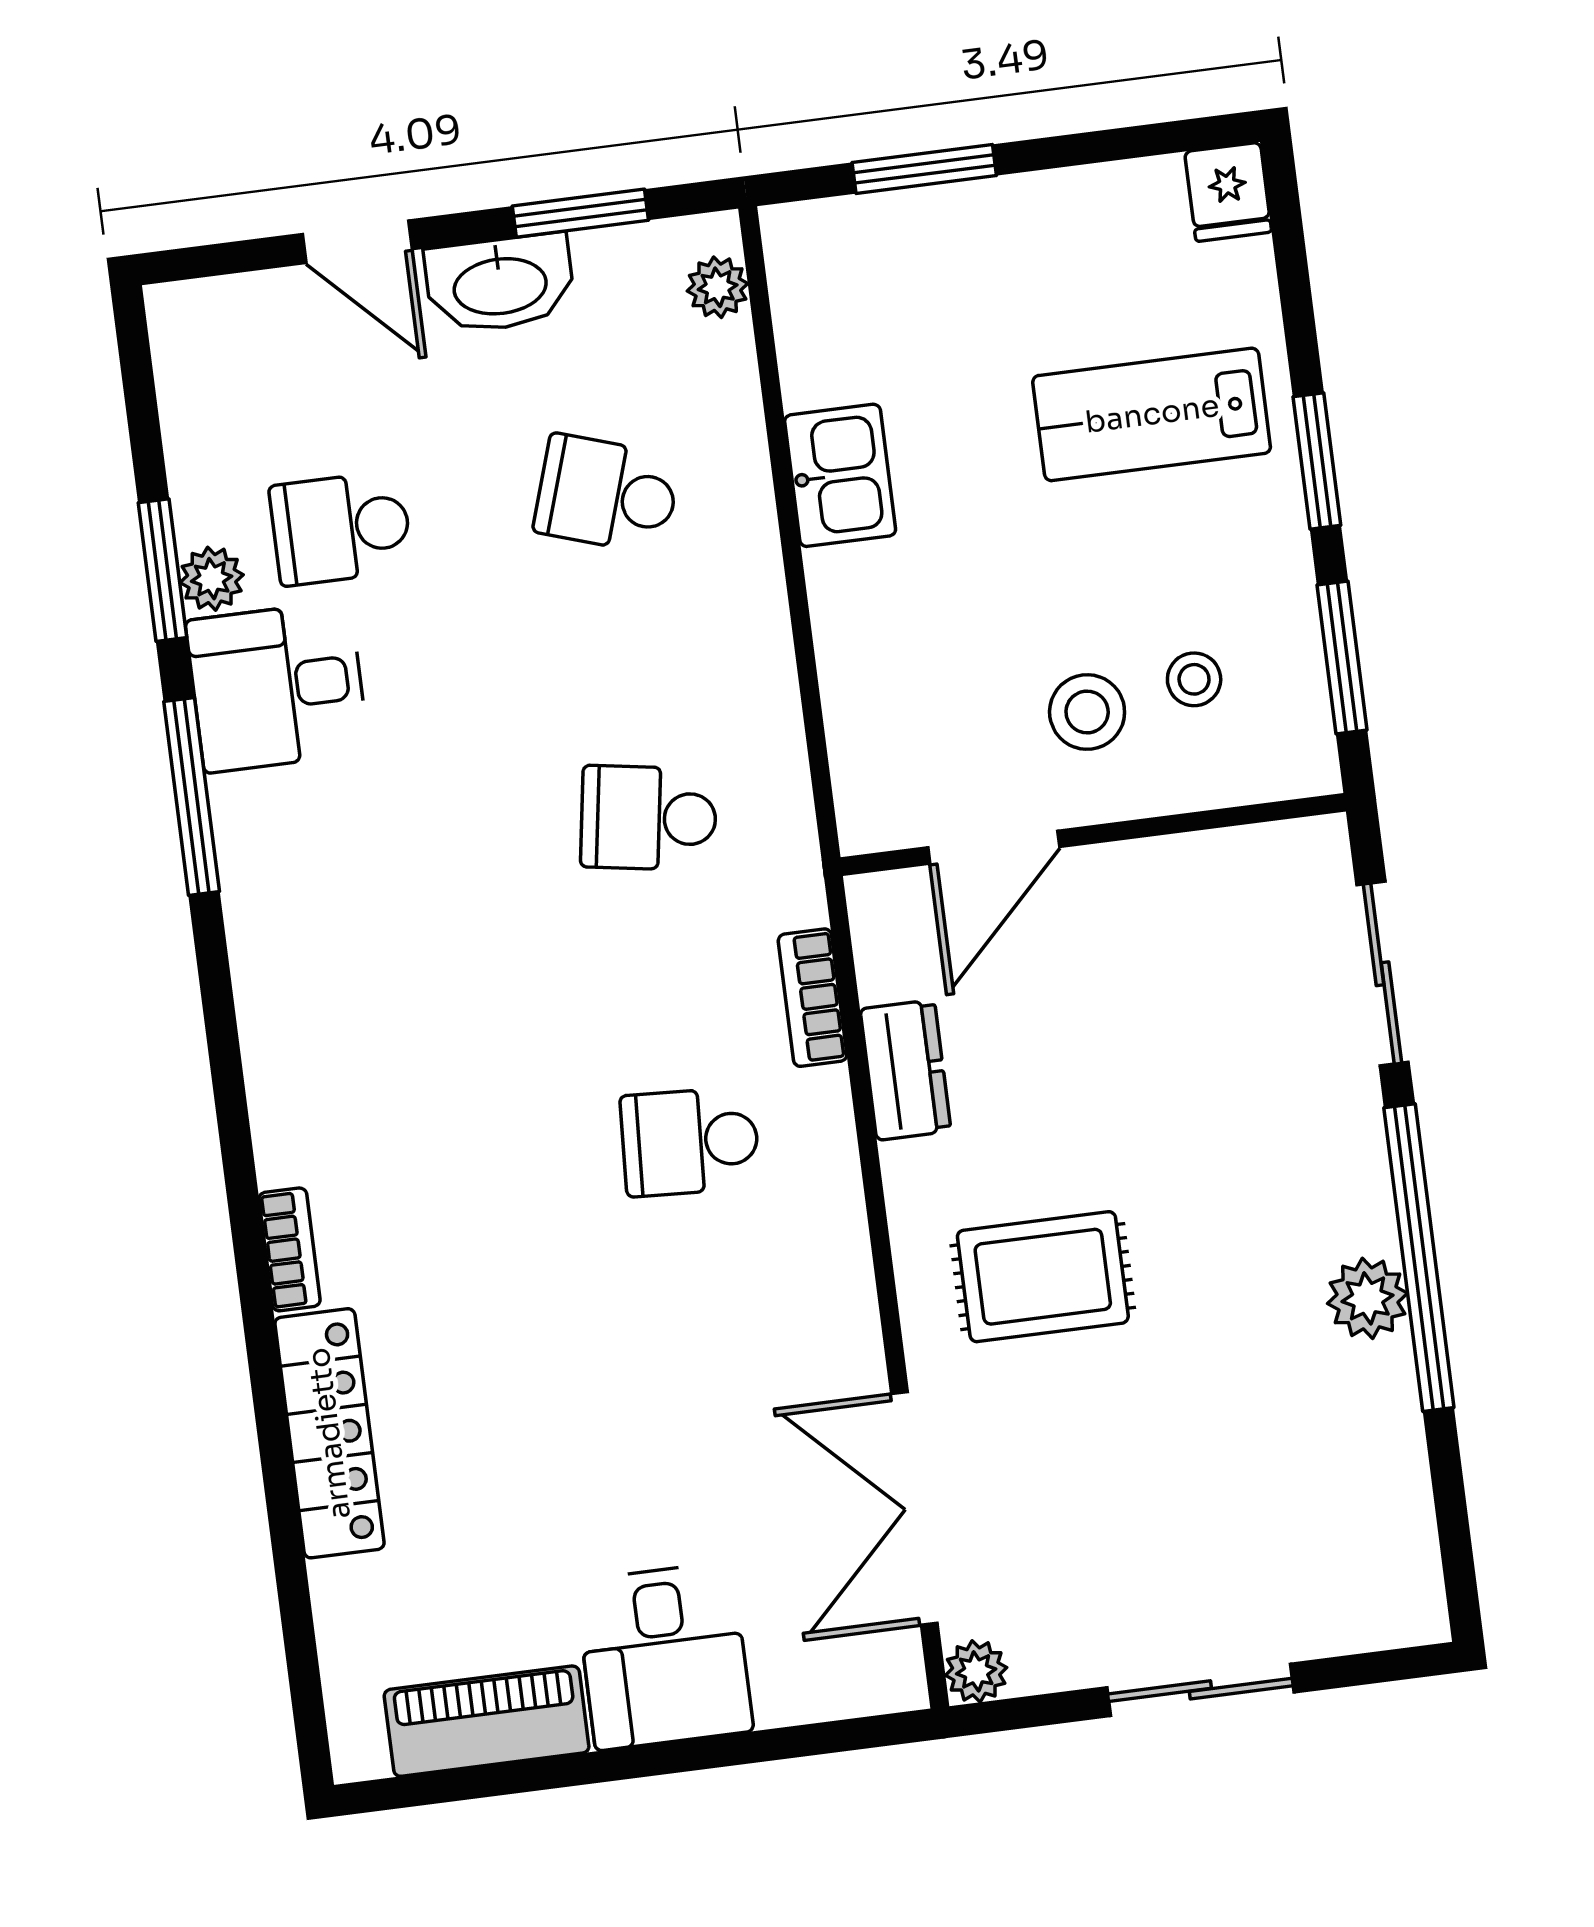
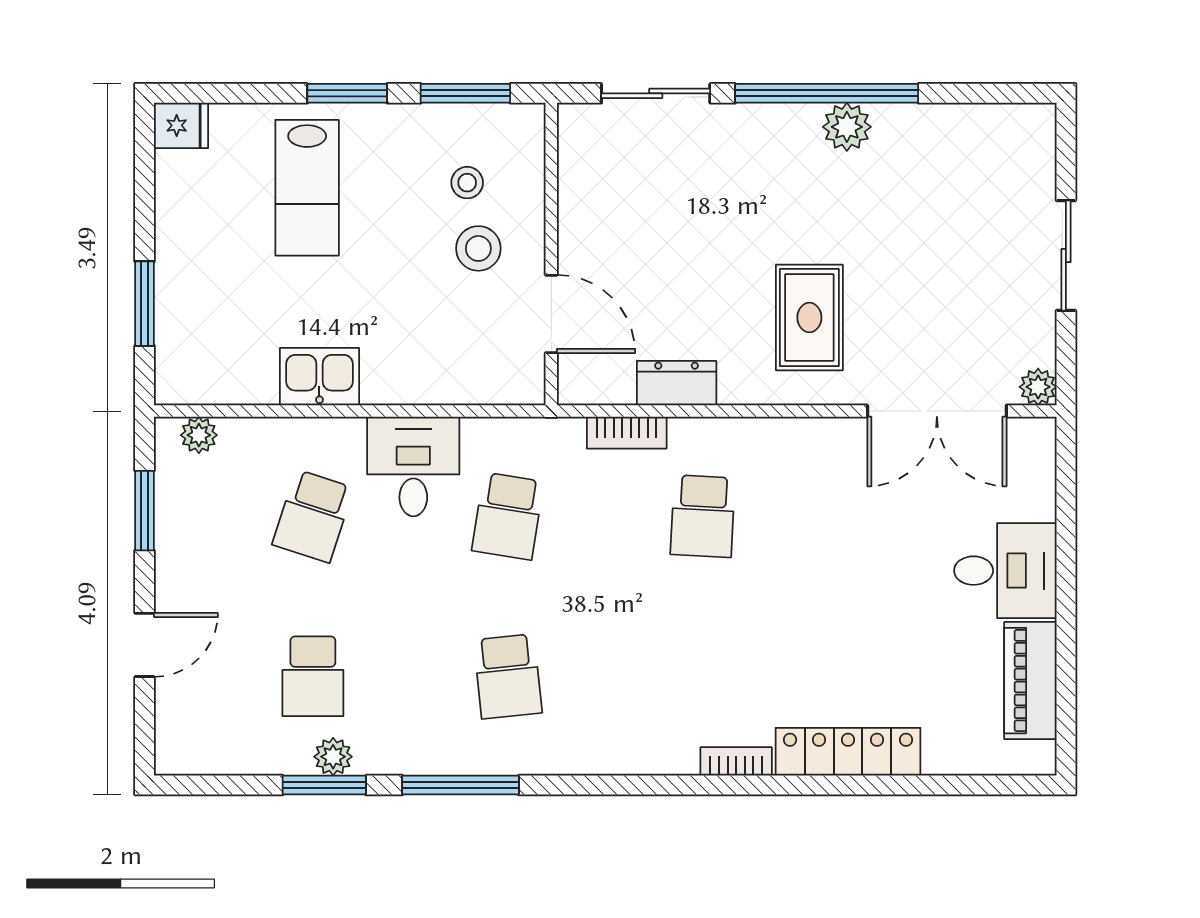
washbasin: (500, 284) -> (180, 564), removed
desk: (277, 687) -> (413, 466), moved, turned 180
school desk: (382, 852) -> (508, 676), added

